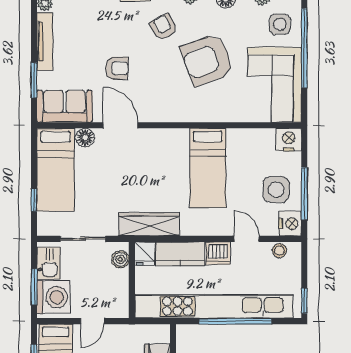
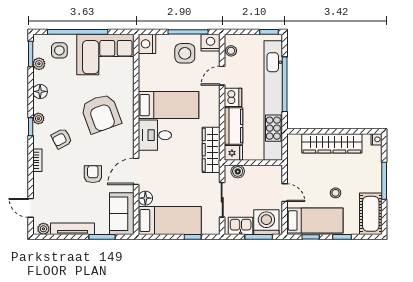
armchair: (207, 60) -> (101, 113), moved
desk: (168, 150) -> (155, 135), added

